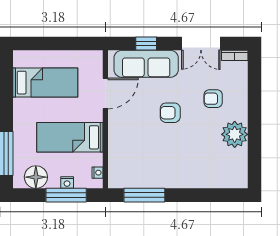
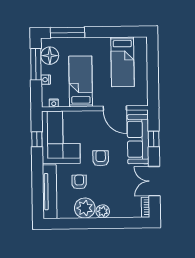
armchair: (213, 99) -> (79, 182), moved
plant: (239, 111) -> (103, 211), added
corner sofa: (142, 164) -> (61, 137), added
tv unit: (213, 180) -> (50, 192), added
window: (66, 195) -> (36, 64), moved
window: (144, 195) -> (37, 139), width x0.46

